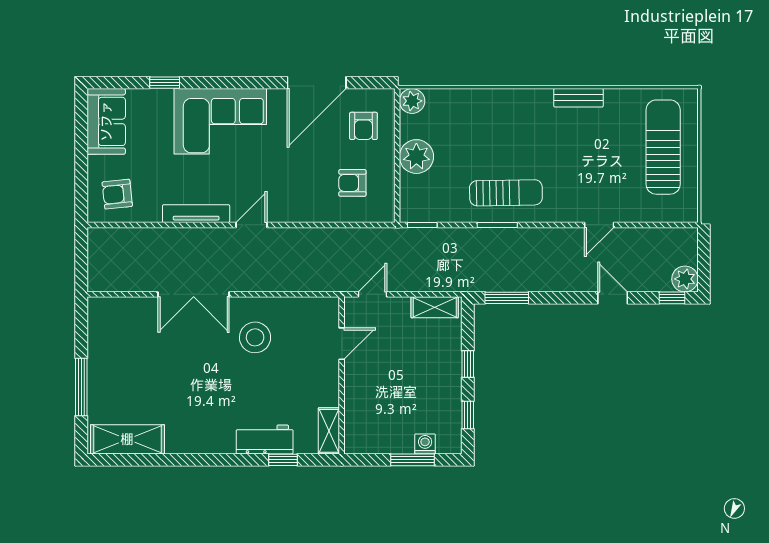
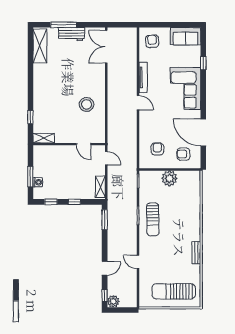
plant: (412, 101) -> (195, 176), removed
sun lounger: (663, 147) -> (174, 291), turned 180
double door: (194, 294) -> (106, 47), moved
workbench: (265, 439) -> (72, 34), moved, turned 90

